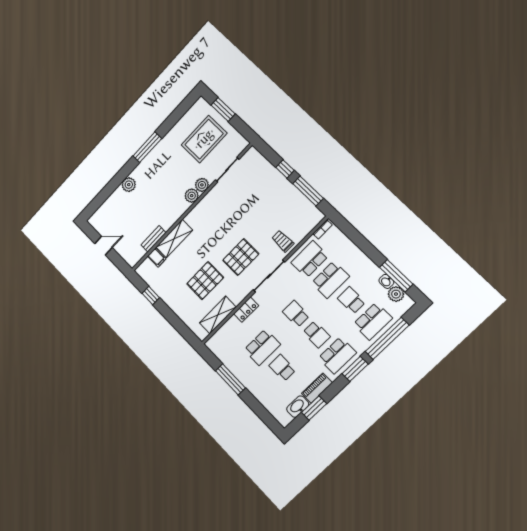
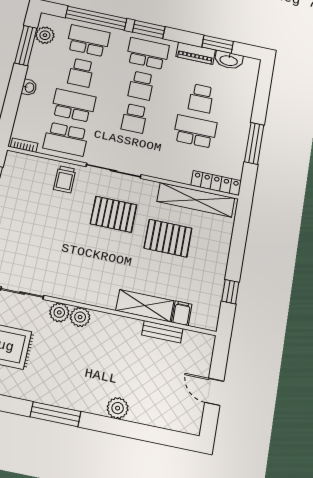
washbasin: (386, 281) -> (29, 87), moved
locker: (246, 310) -> (216, 183), moved, width x1.53
shelving: (218, 315) -> (196, 200), width x1.47
school desk: (316, 334) -> (141, 86), turned 180

